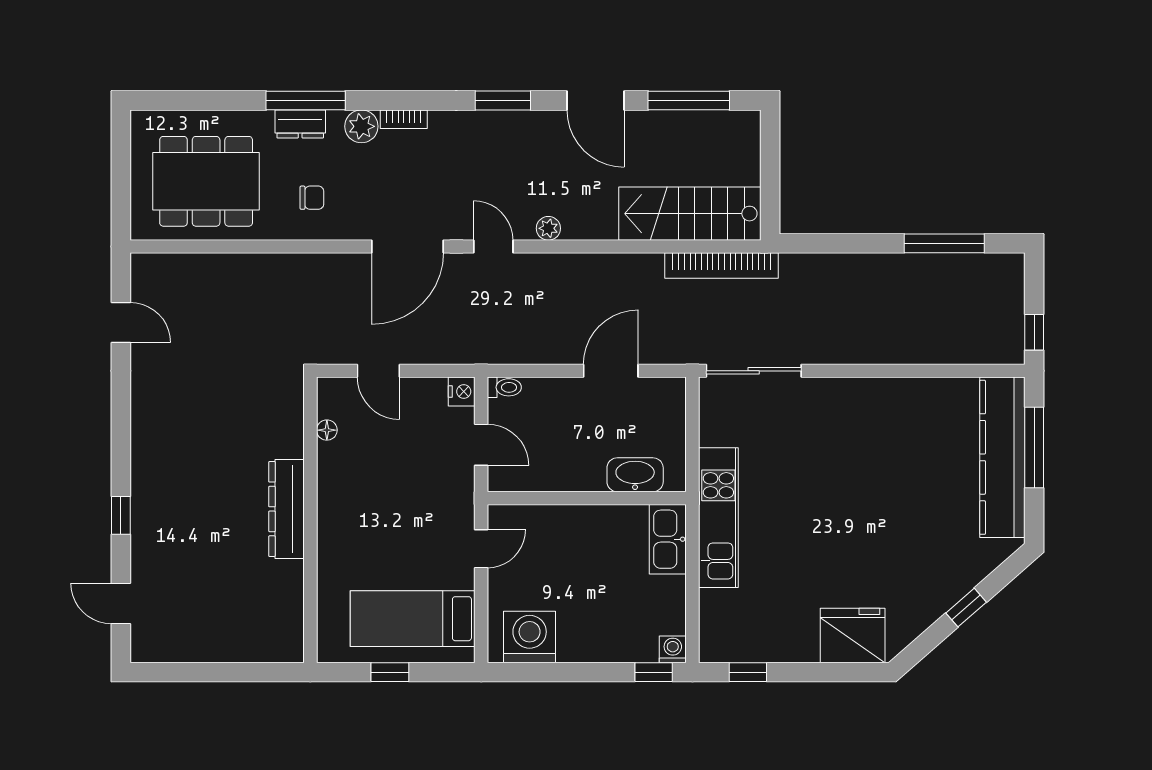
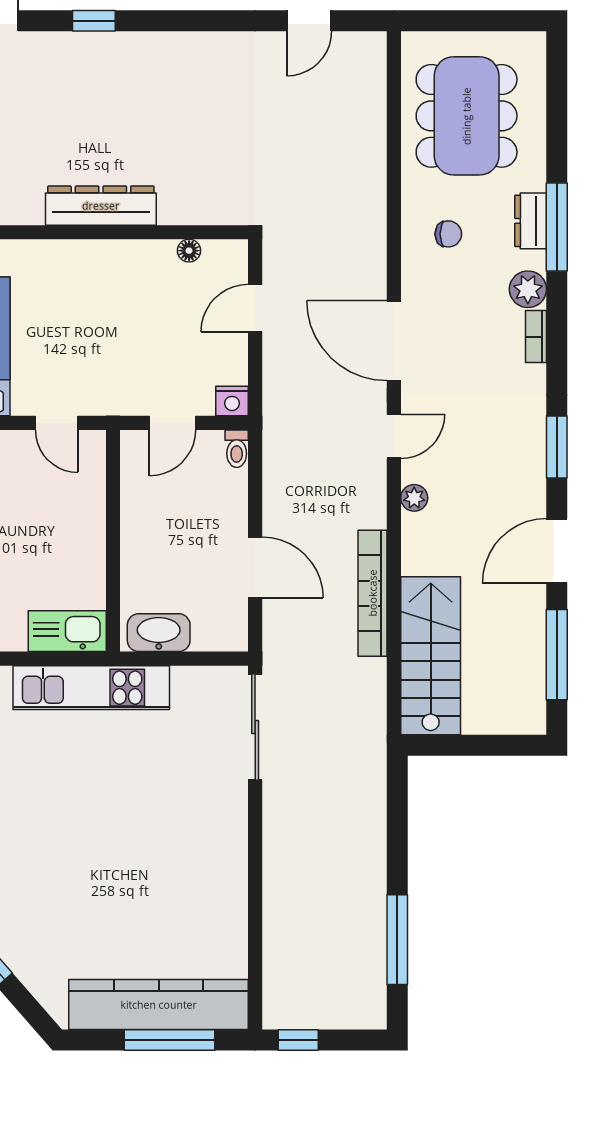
chair: (312, 198) -> (448, 234), turned -90
bookcase: (721, 266) -> (373, 593), moved
washbasin: (635, 475) -> (159, 633), moved, turned -90

